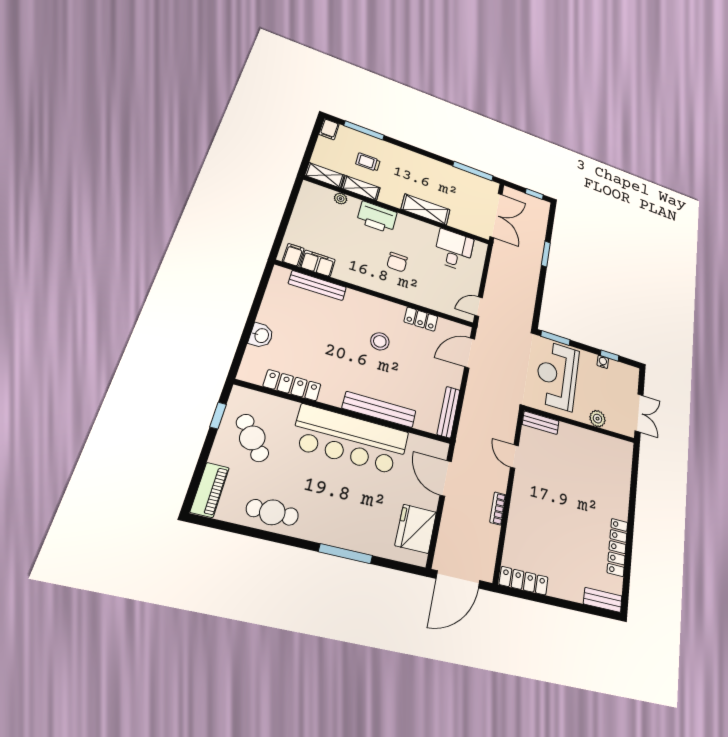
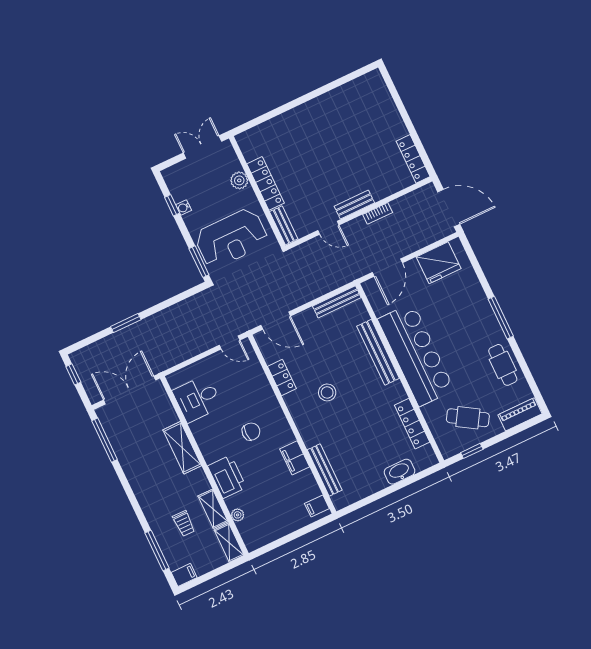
filing cabinet: (318, 263) -> (295, 458), moved
washbasin: (261, 335) -> (400, 472), width x1.38
cafe table: (252, 438) -> (468, 418), turned 72
door: (514, 457) -> (328, 228), hinge flipped
locker: (617, 547) -> (265, 183), moved, turned -90
window: (346, 554) -> (501, 318), moved
bench: (603, 600) -> (354, 205), moved, turned 90

